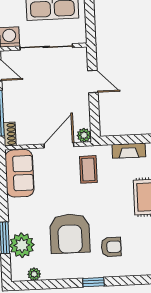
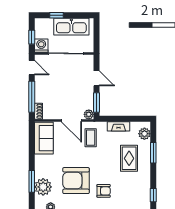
window: (95, 117) -> (96, 103), added
door: (59, 145) -> (71, 120), swing flipped
armchair: (70, 234) -> (76, 181), turned 90

